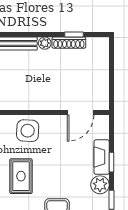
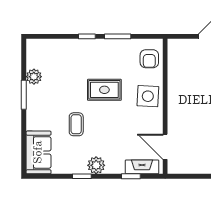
fireplace: (102, 157) -> (142, 167), moved
window: (111, 162) -> (131, 176), moved

